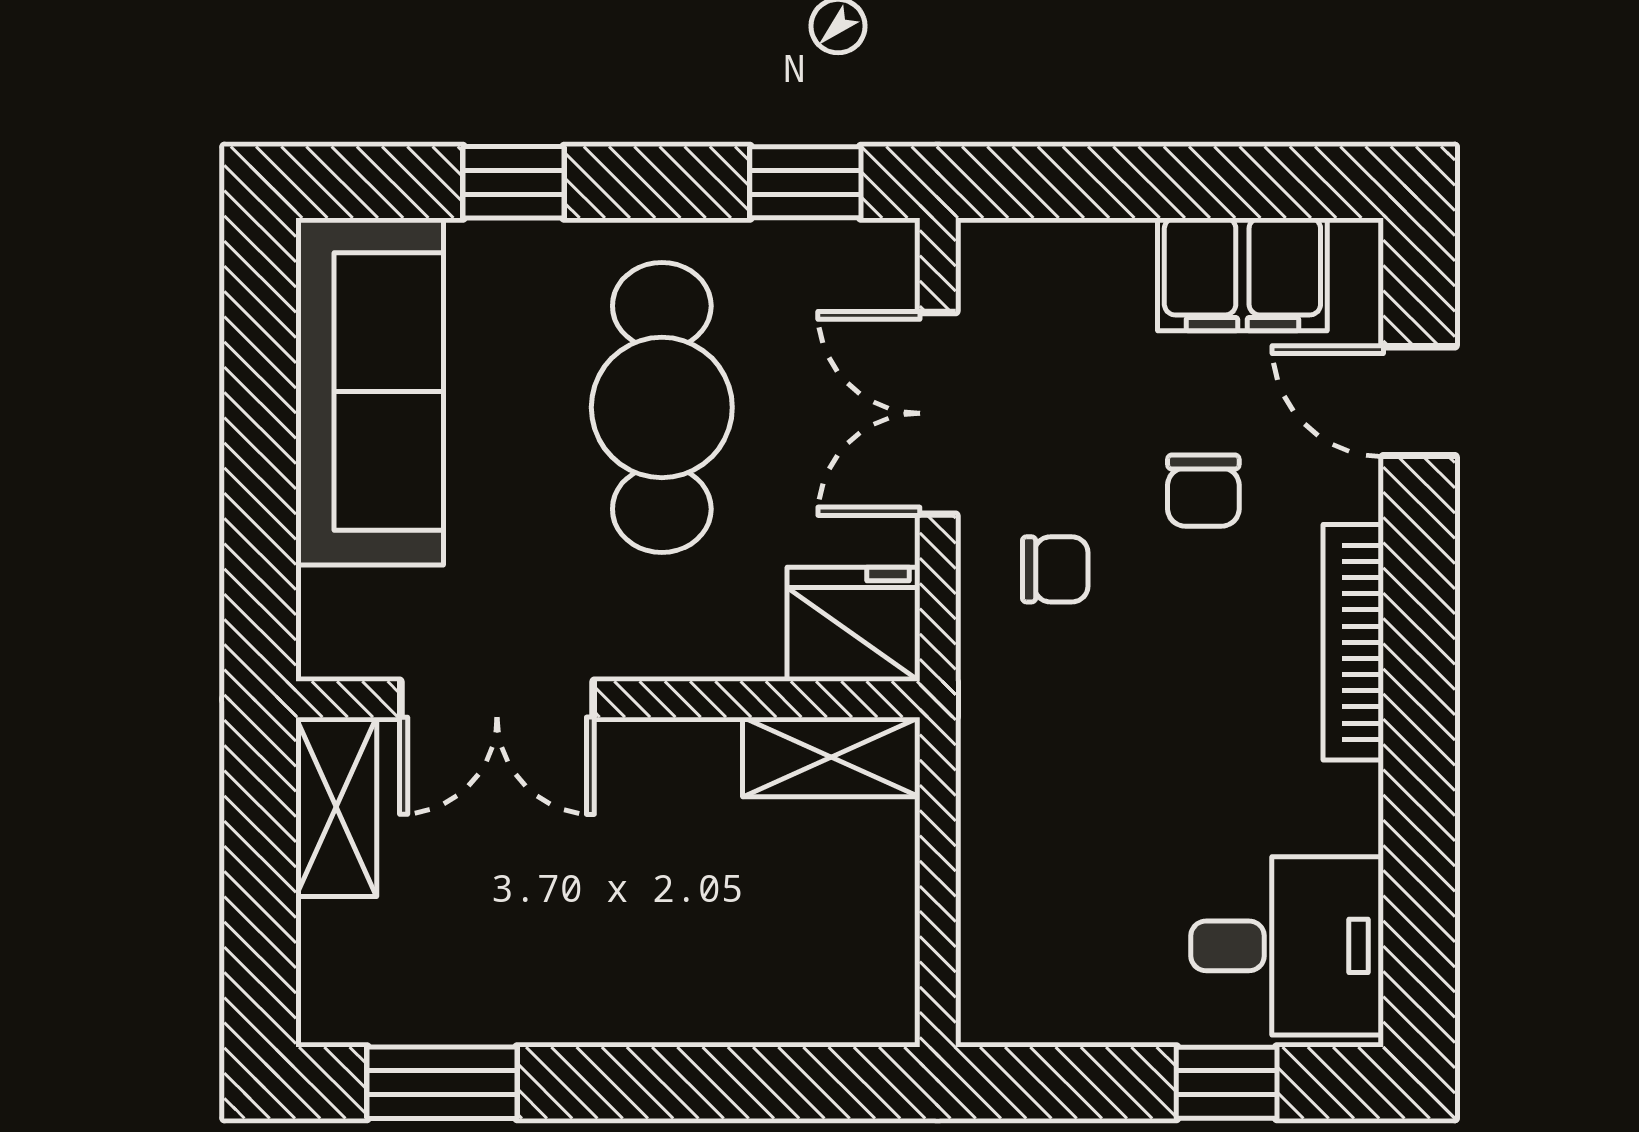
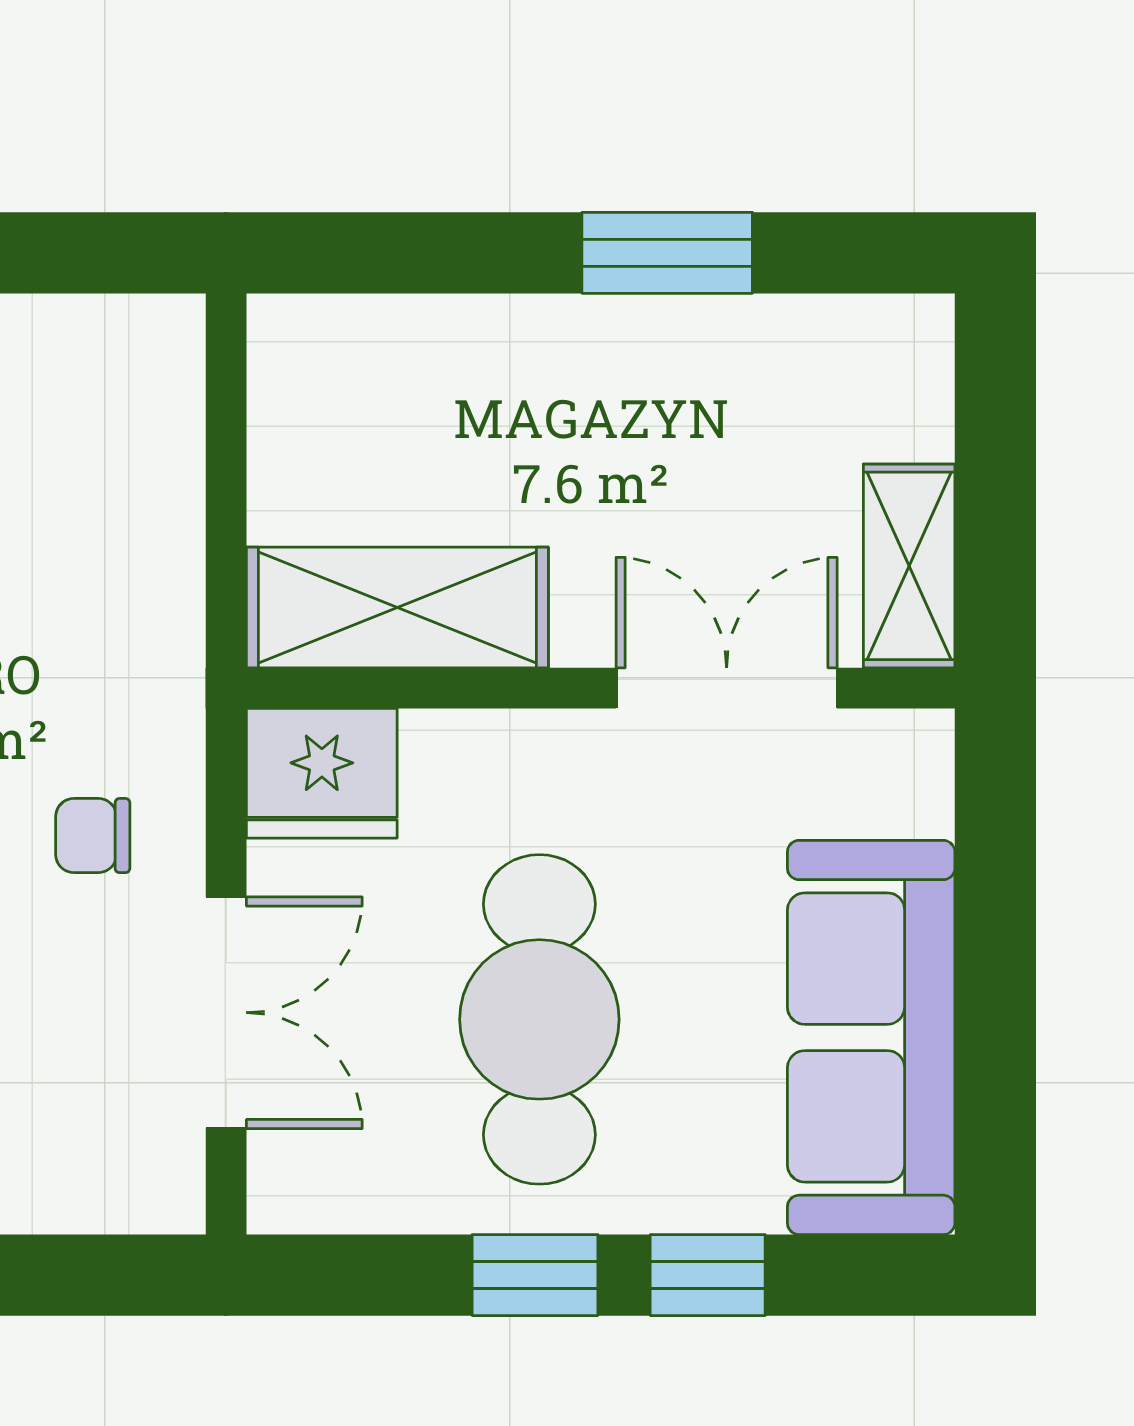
window: (805, 182) -> (535, 1275), moved
shelving: (831, 757) -> (397, 607), width x1.50, depth x1.33
window: (442, 1083) -> (667, 253), moved

